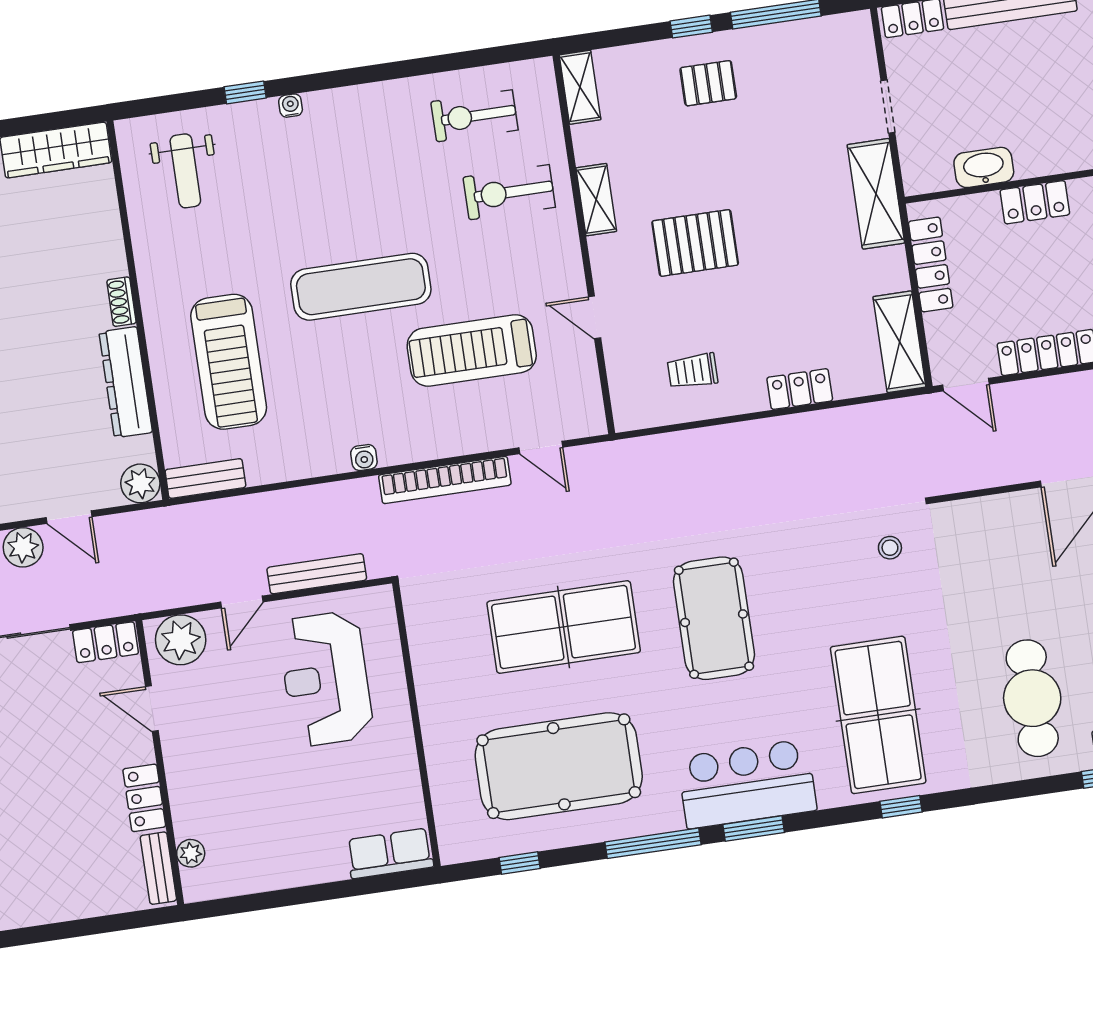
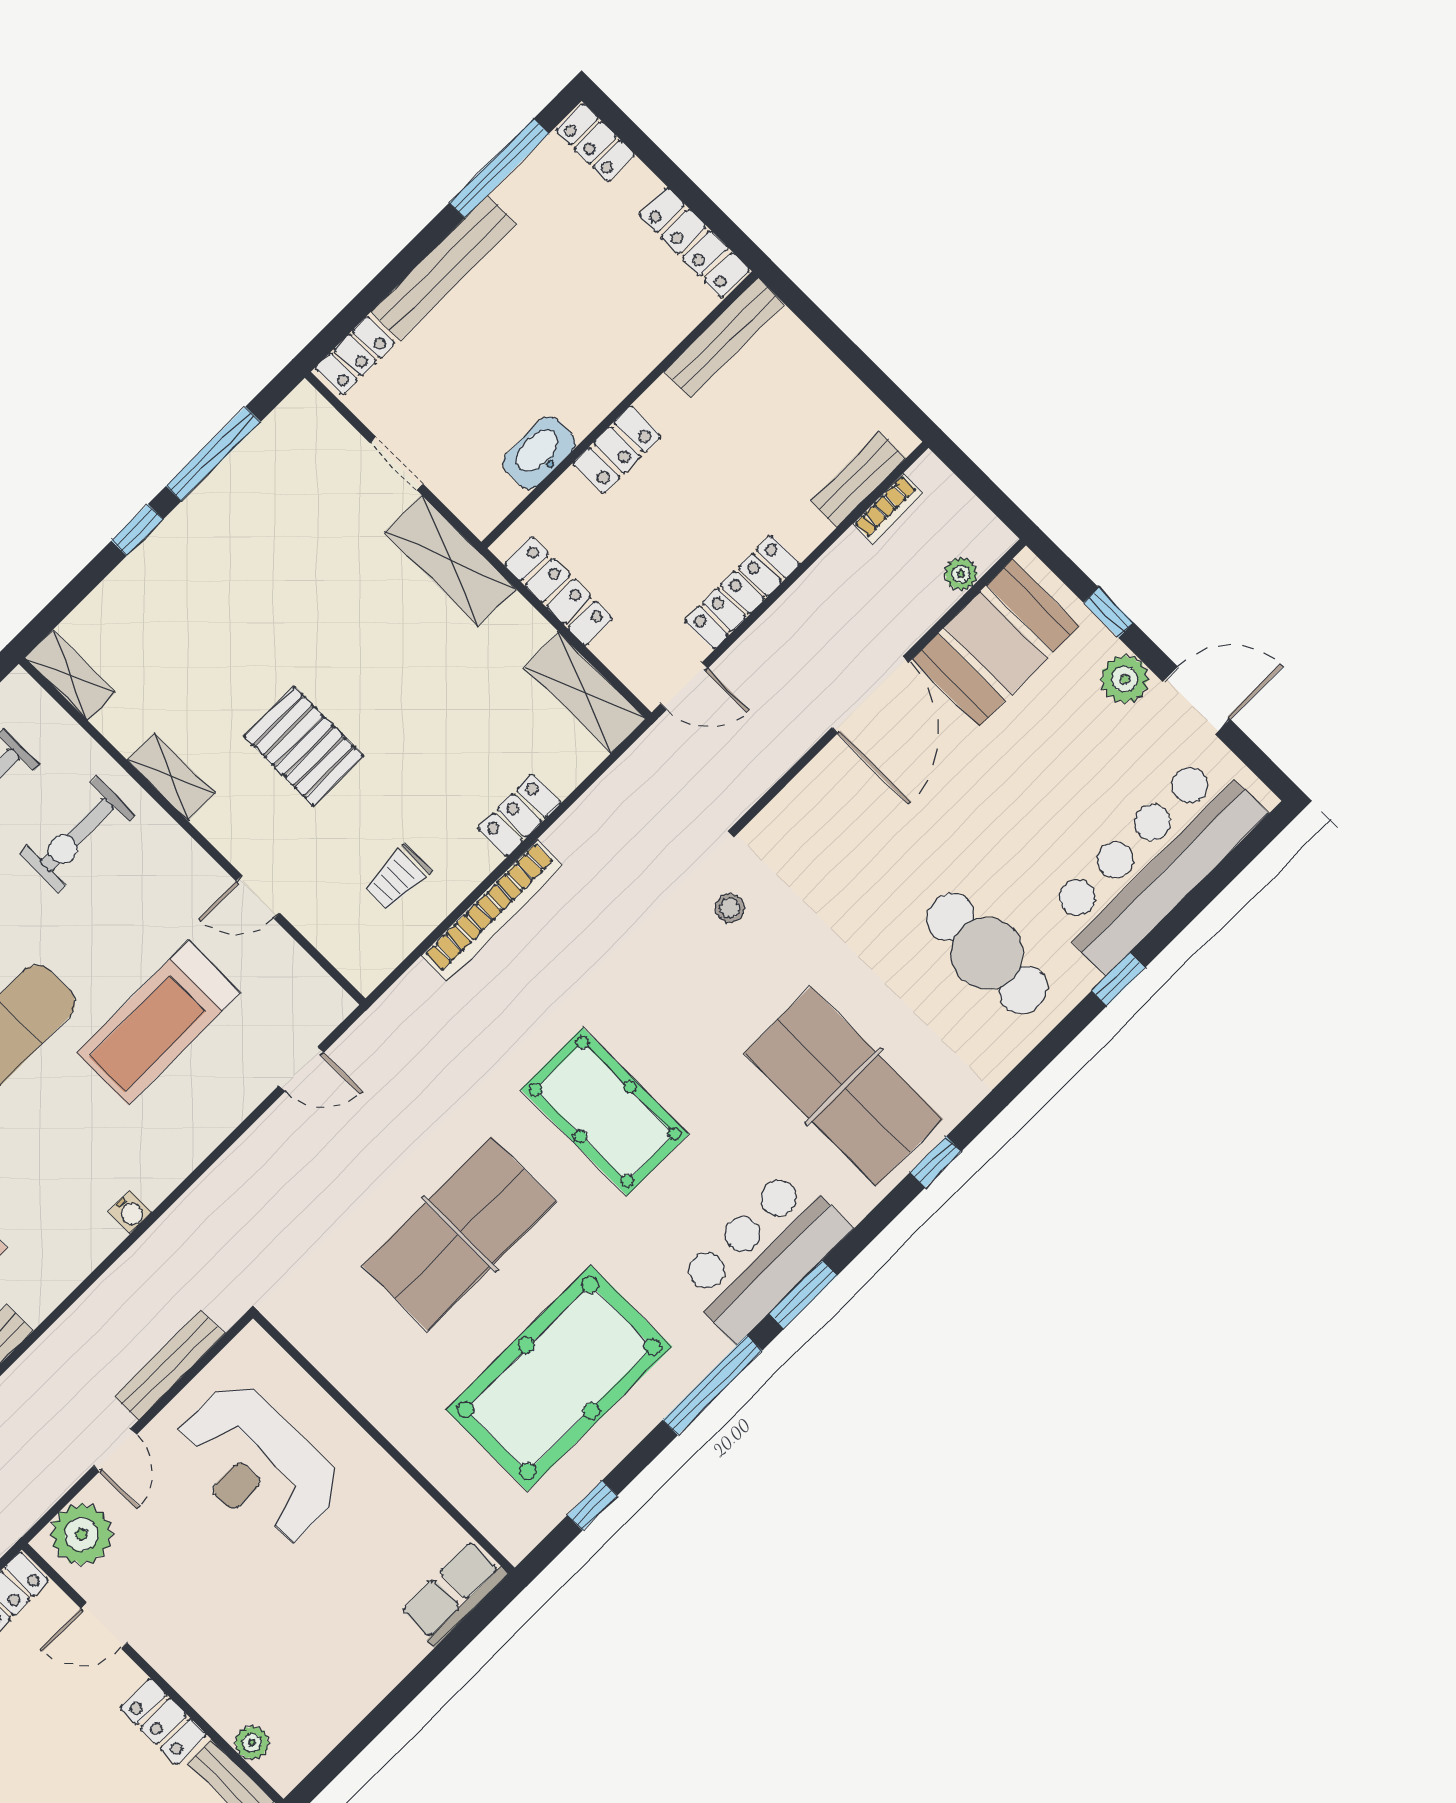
pallet: (708, 83) -> (197, 575), removed
pallet: (695, 243) -> (304, 746), turned 90
bookcase: (445, 480) -> (492, 910), moved

